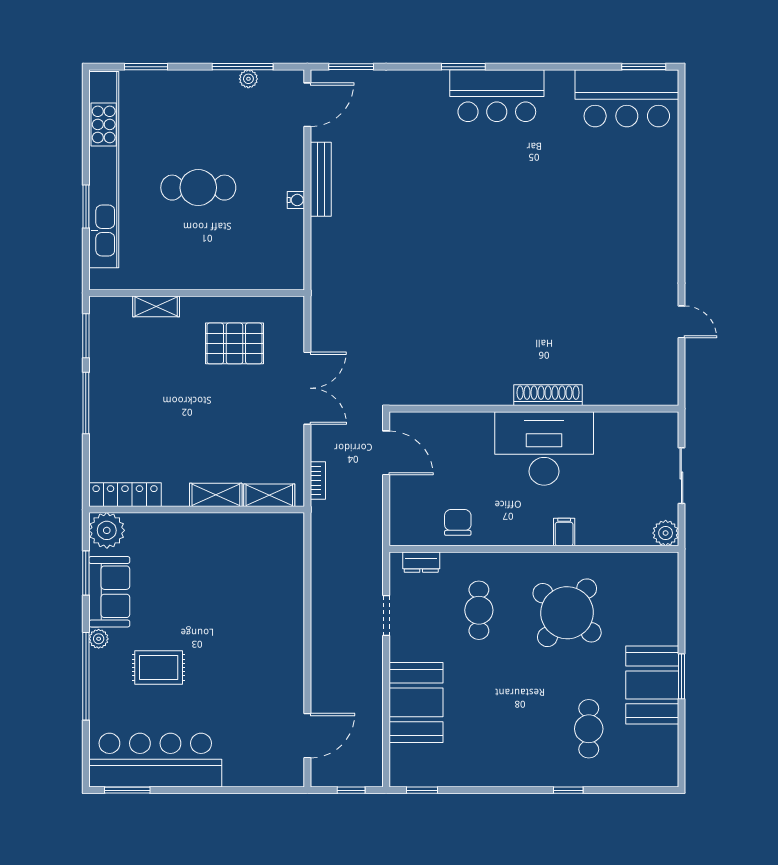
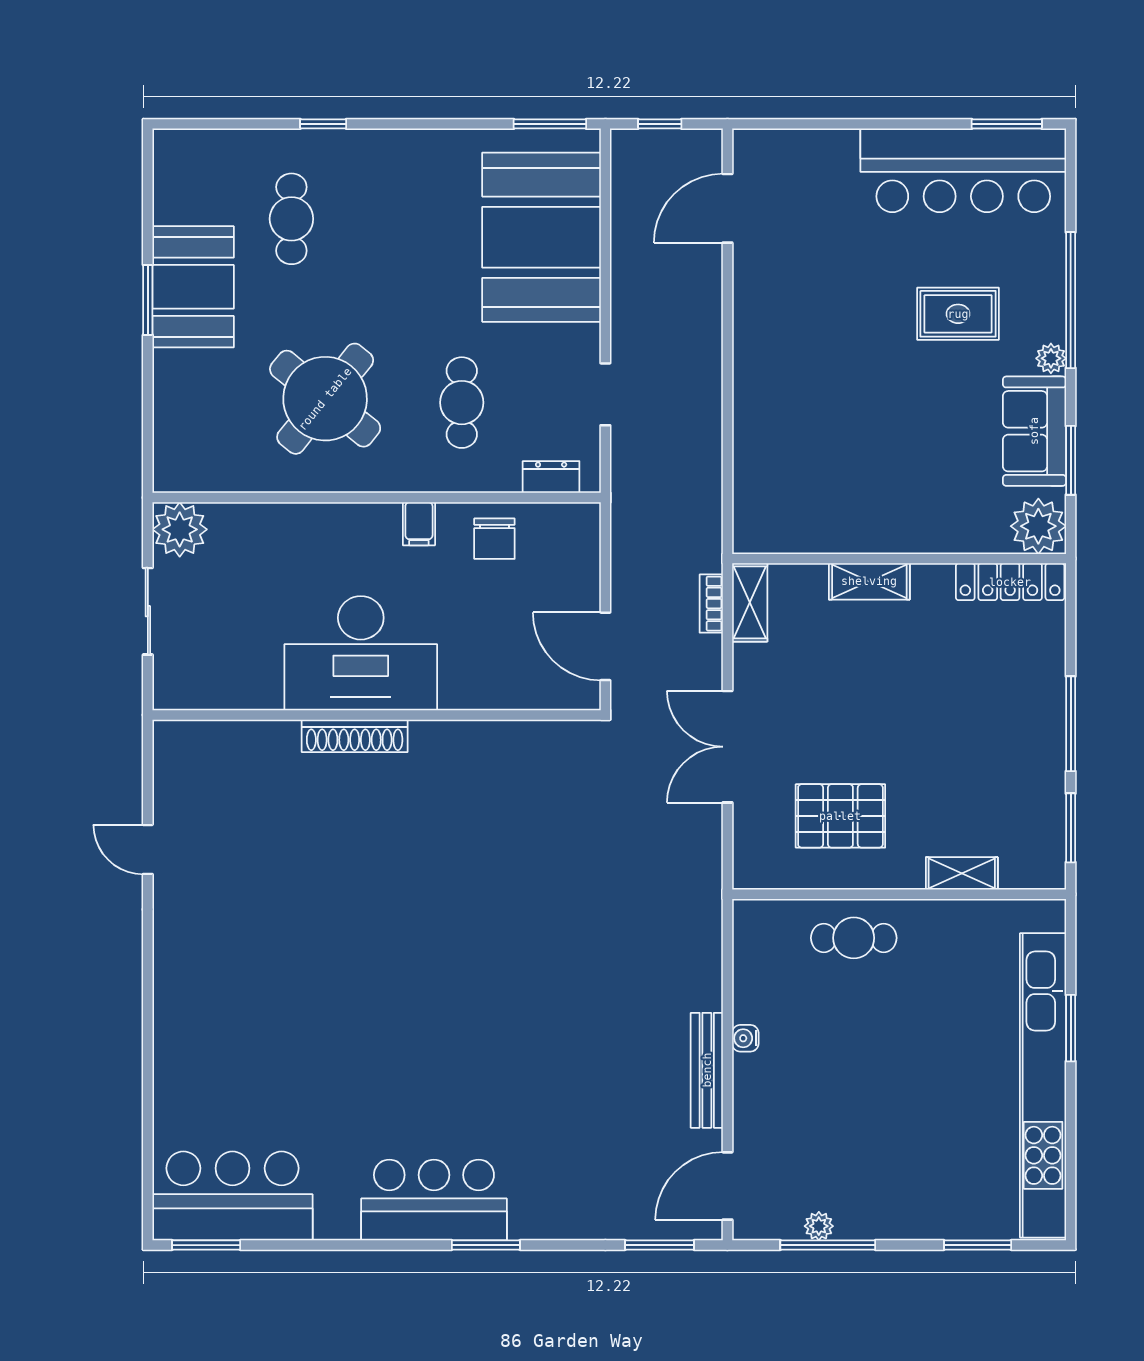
cafe table: (198, 188) -> (854, 938), moved, width x0.73, depth x0.74
shelving: (269, 495) -> (750, 602), moved, turned 90
filing cabinet: (564, 532) -> (419, 524), moved
plant: (666, 533) -> (180, 529), width x1.36, depth x1.36
booth: (416, 702) -> (541, 237), width x1.36, depth x1.42
window: (422, 790) -> (550, 124), width x1.50

